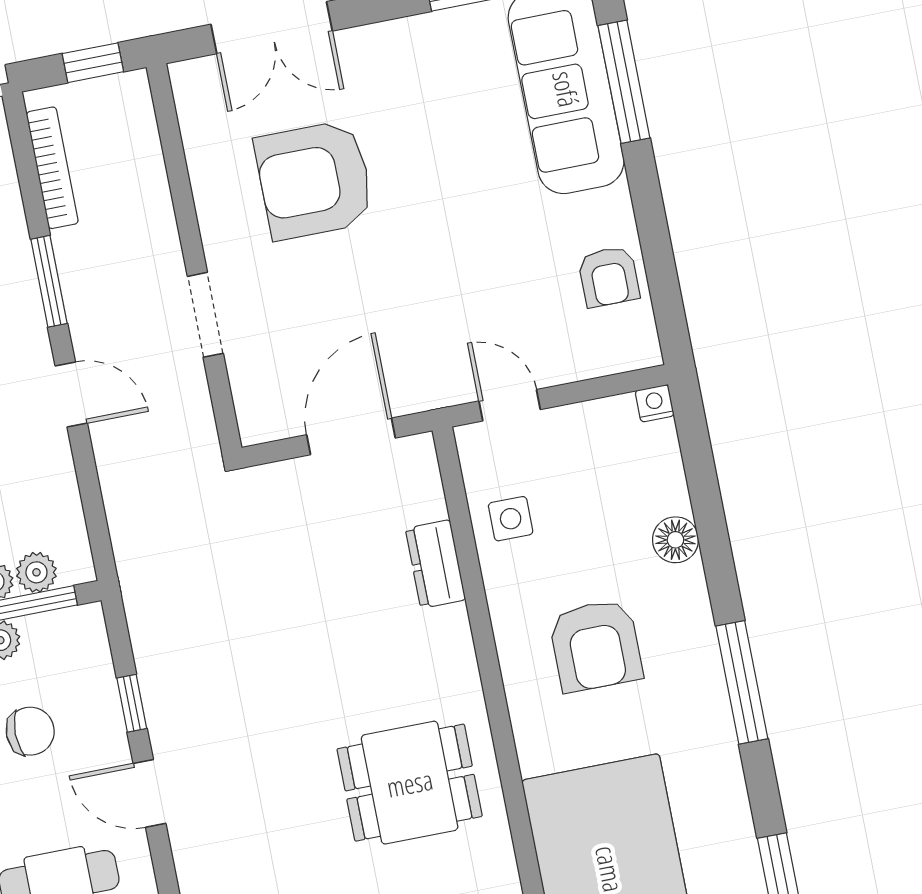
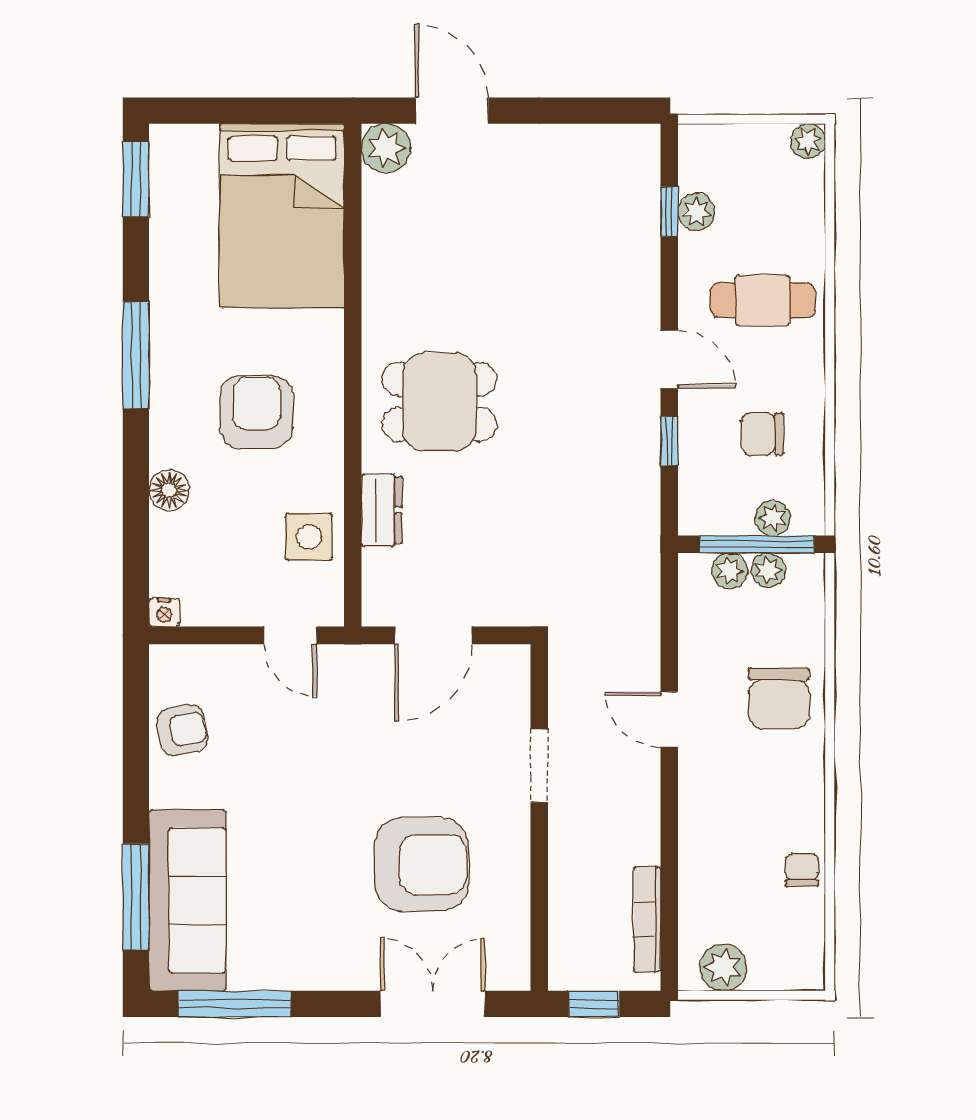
armchair: (609, 277) -> (182, 730), turned 79
window: (49, 281) -> (669, 822), removed
side table: (511, 519) -> (309, 537), width x1.37, depth x1.37
dining table: (410, 783) -> (439, 402), moved

